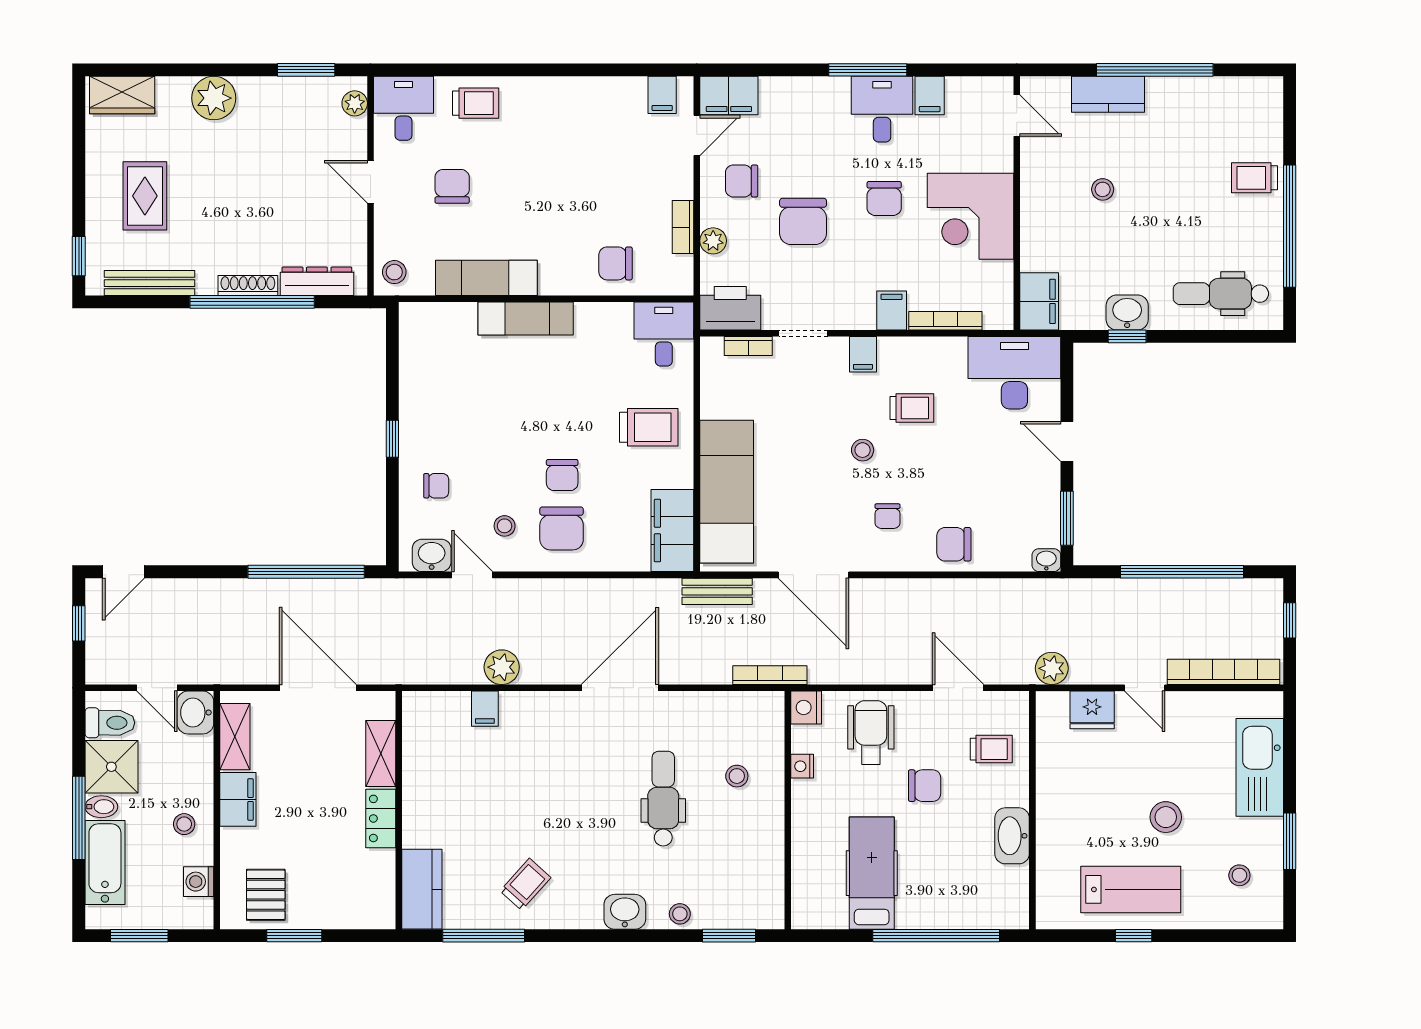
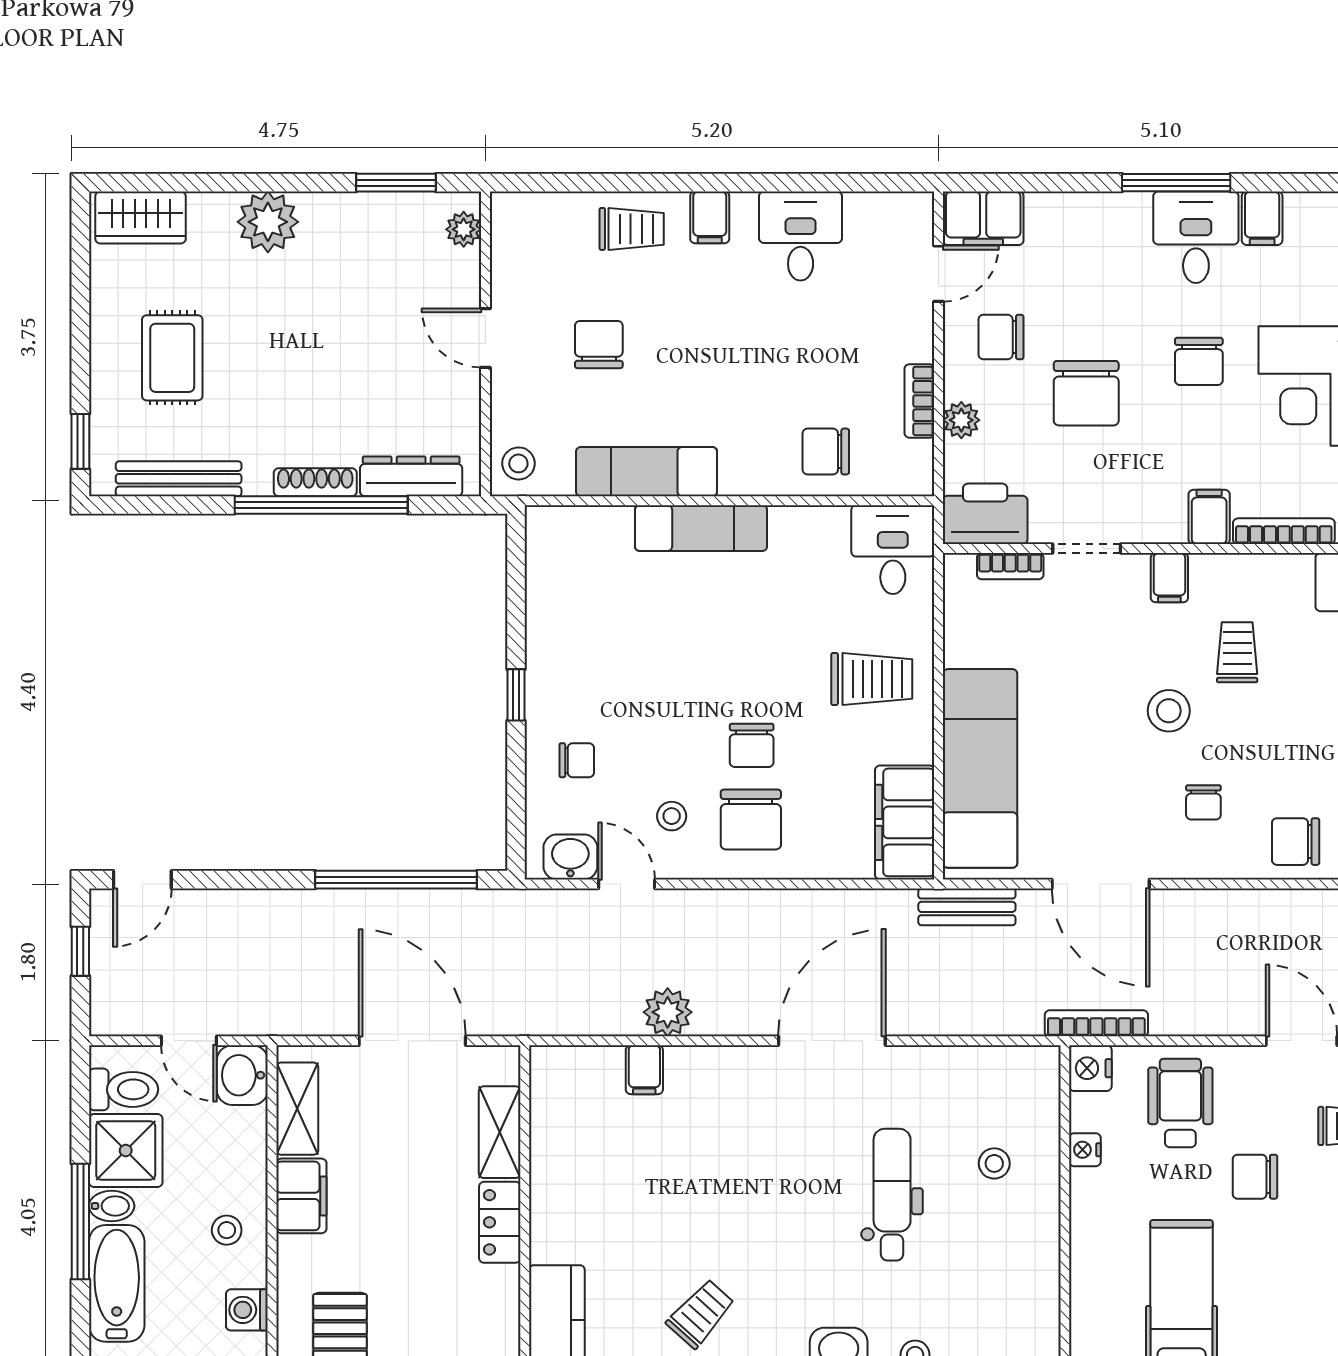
filing cabinet: (662, 95) -> (710, 217), moved
desk: (403, 108) -> (801, 236), moved
trolley: (912, 408) -> (1237, 652), turned -90
stool: (863, 450) -> (1169, 711), width x1.37, depth x1.37
bookcase: (770, 675) -> (1096, 1023), moved
chair: (925, 786) -> (1255, 1177), turned 180

